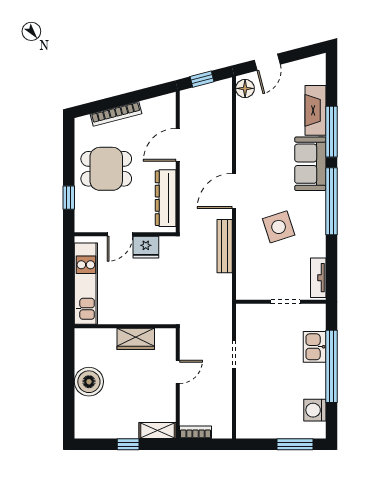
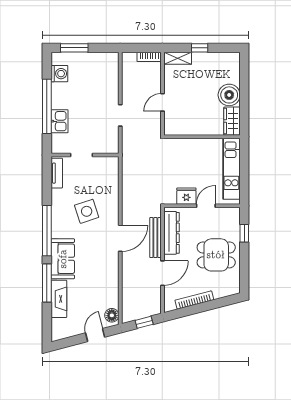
bookcase: (116, 114) -> (194, 300), moved
bench: (225, 246) -> (155, 238), moved
wardrobe: (136, 339) -> (232, 121), moved, turned -90

